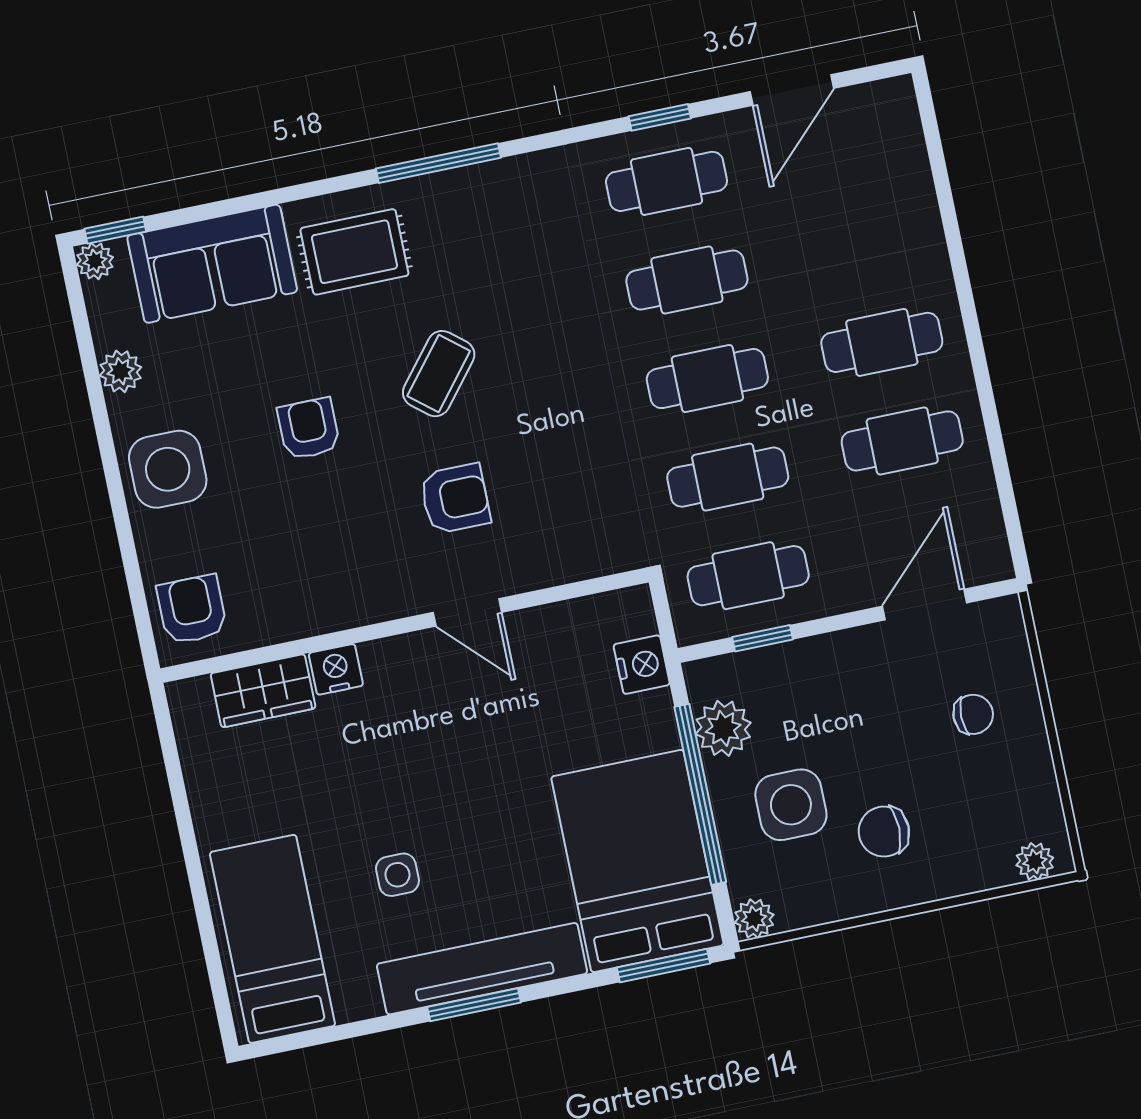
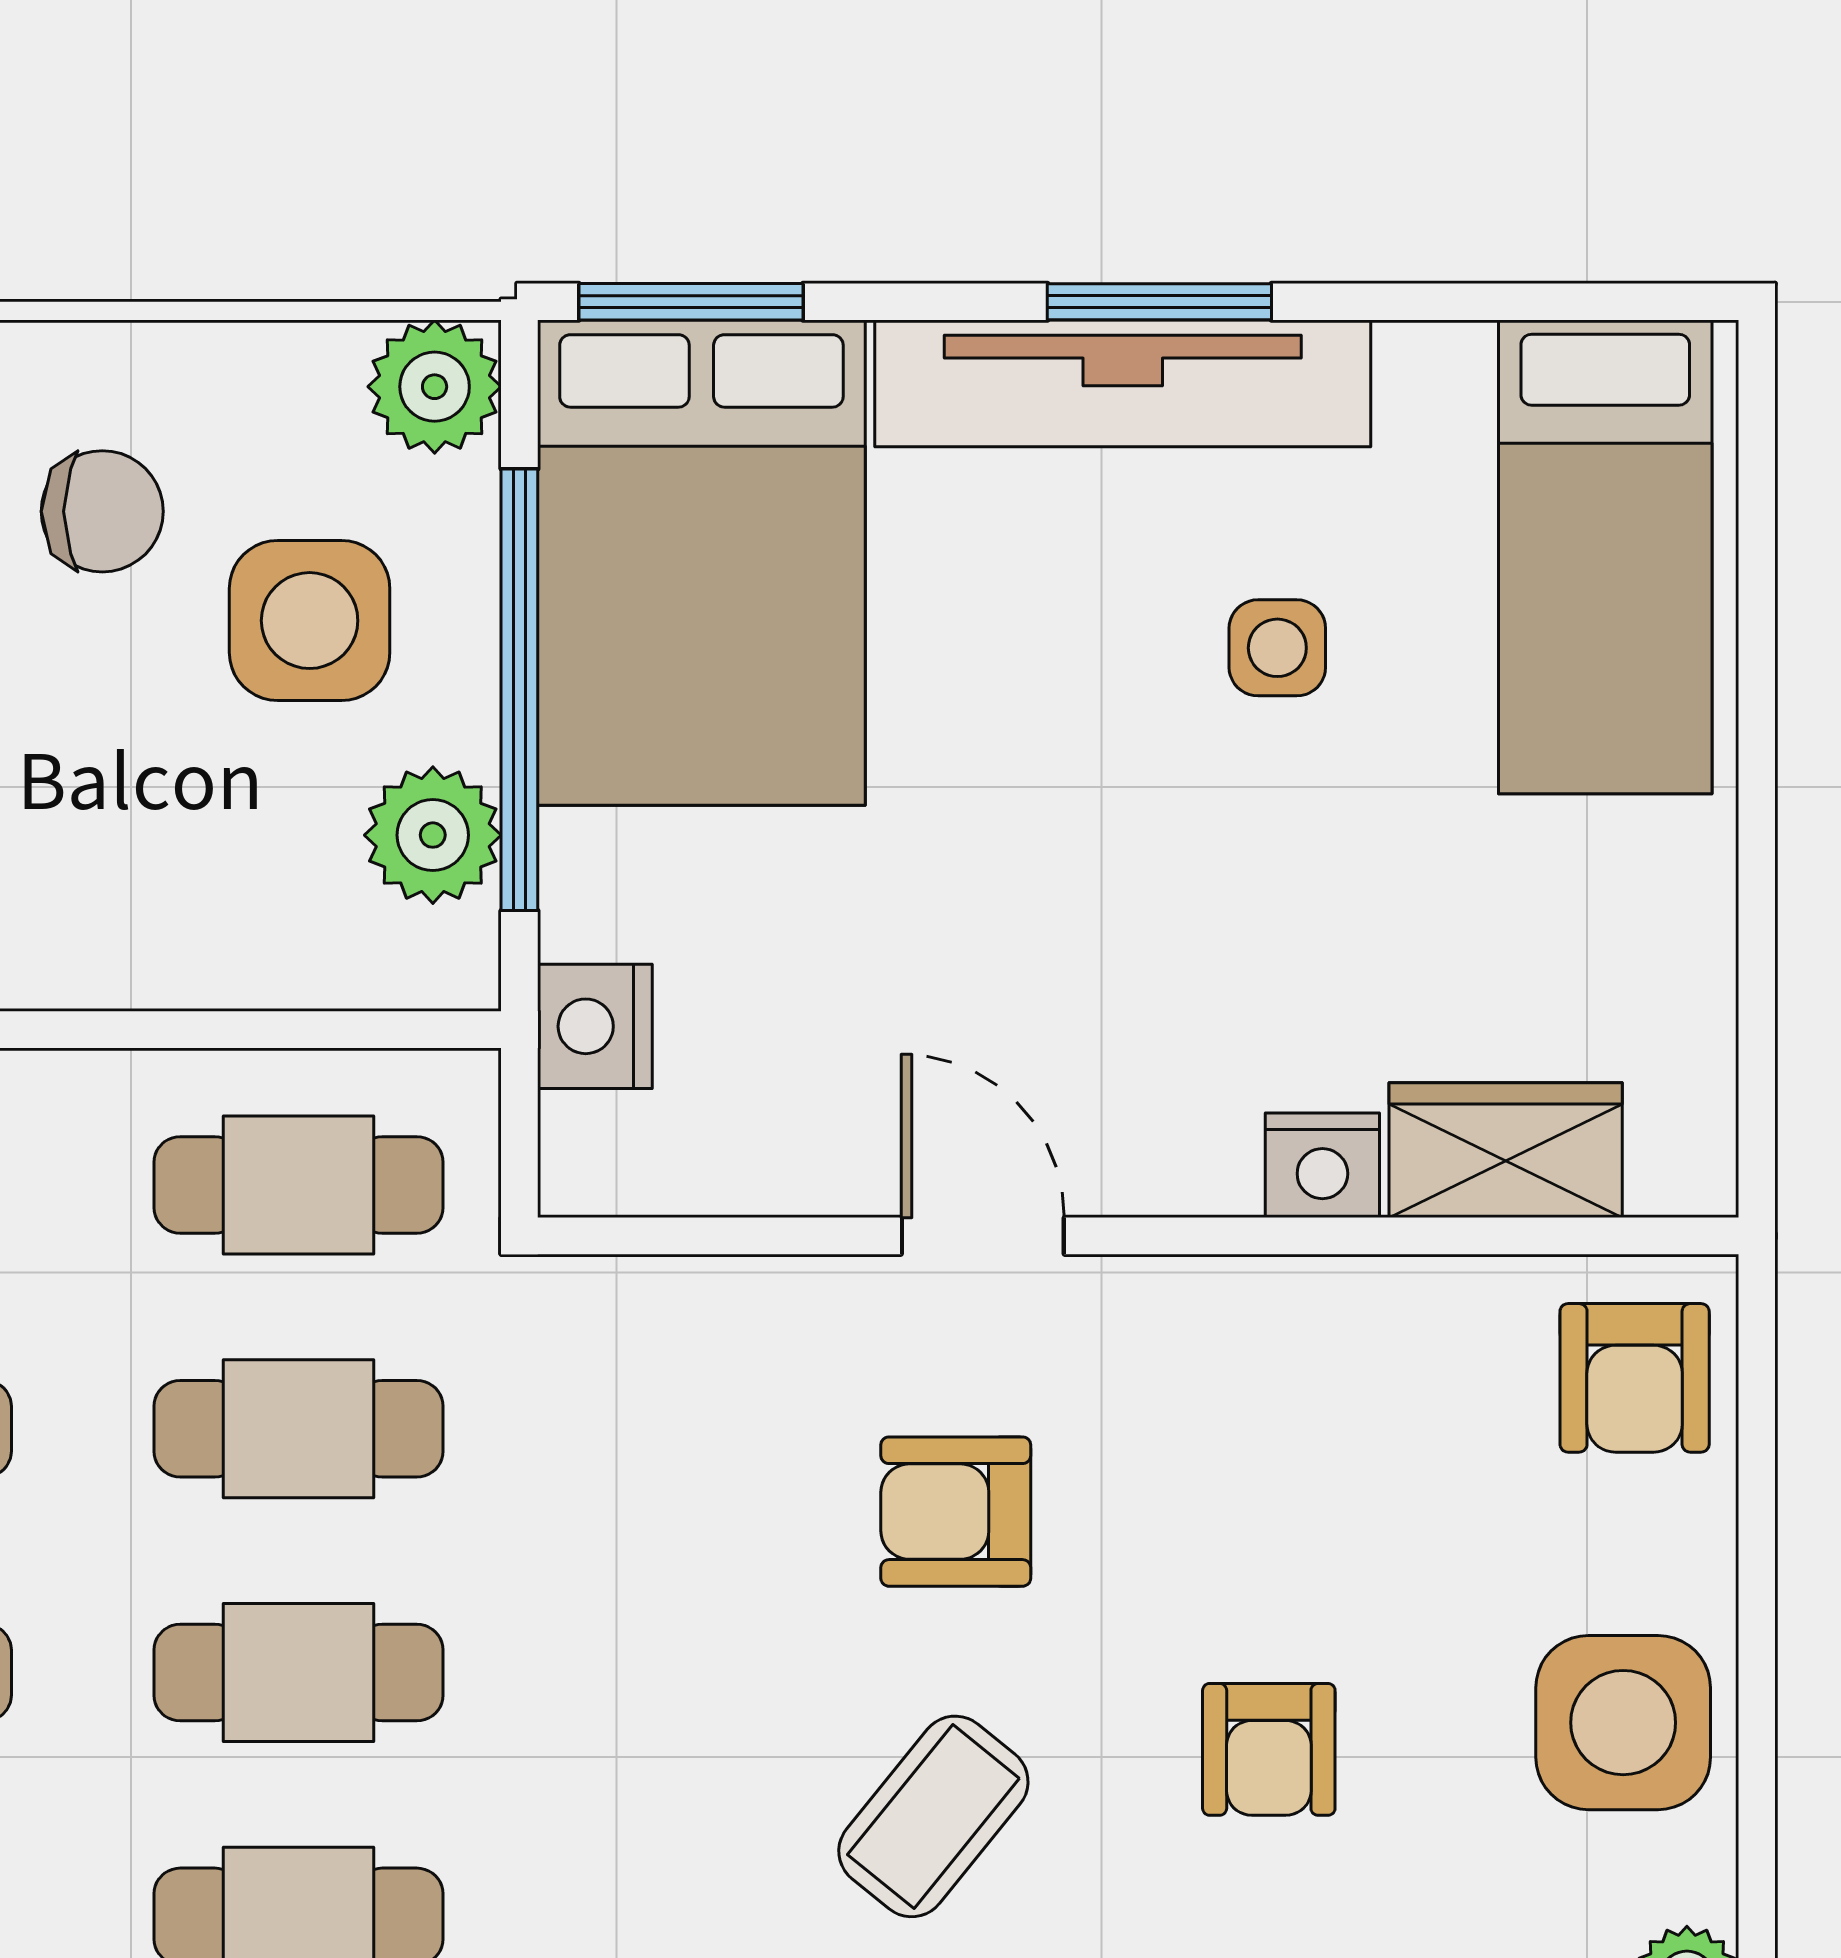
window: (762, 638) -> (295, 1030), removed
plant: (754, 919) -> (435, 387), width x1.38, depth x1.38

